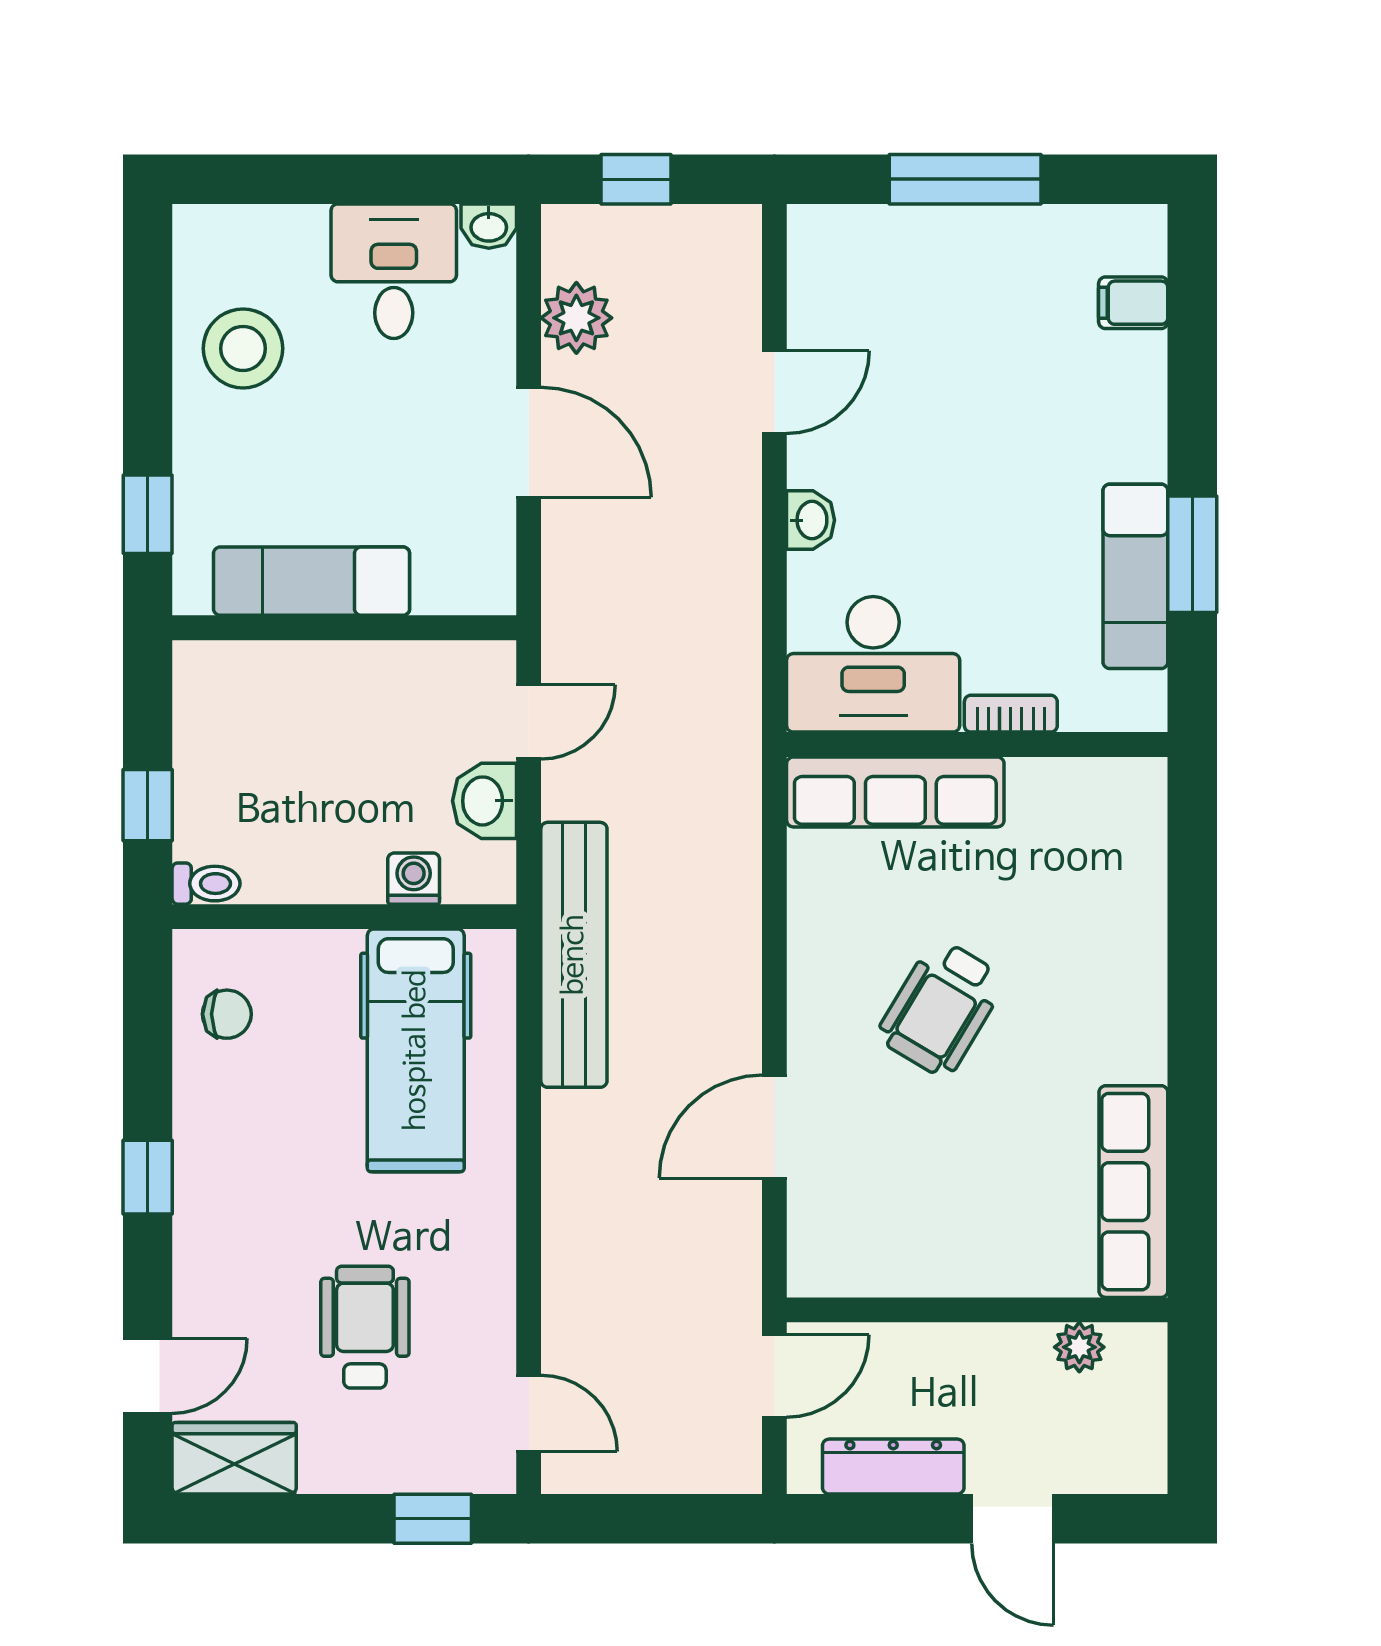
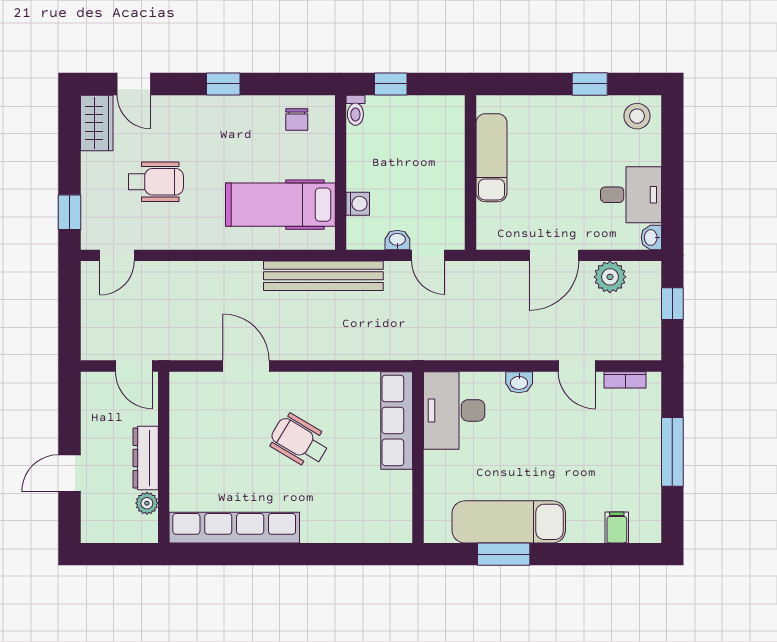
stool: (243, 348) -> (637, 116), moved, width x0.73, depth x0.73
window: (148, 514) -> (590, 84), moved
exam couch: (1135, 576) -> (509, 522), width x1.36, depth x1.45
bookcase: (1011, 714) -> (625, 380), moved, turned 90
washbasin: (484, 801) -> (397, 240), width x0.72, depth x0.69
row of seats: (1133, 1192) -> (234, 528), width x1.36
dresser: (893, 1467) -> (146, 458), moved, turned 180

